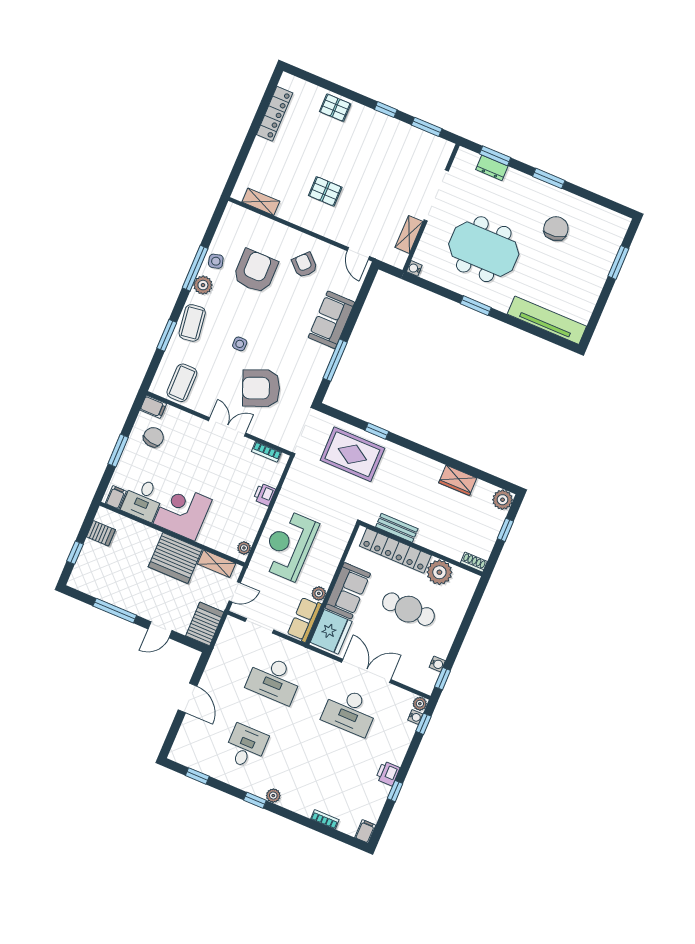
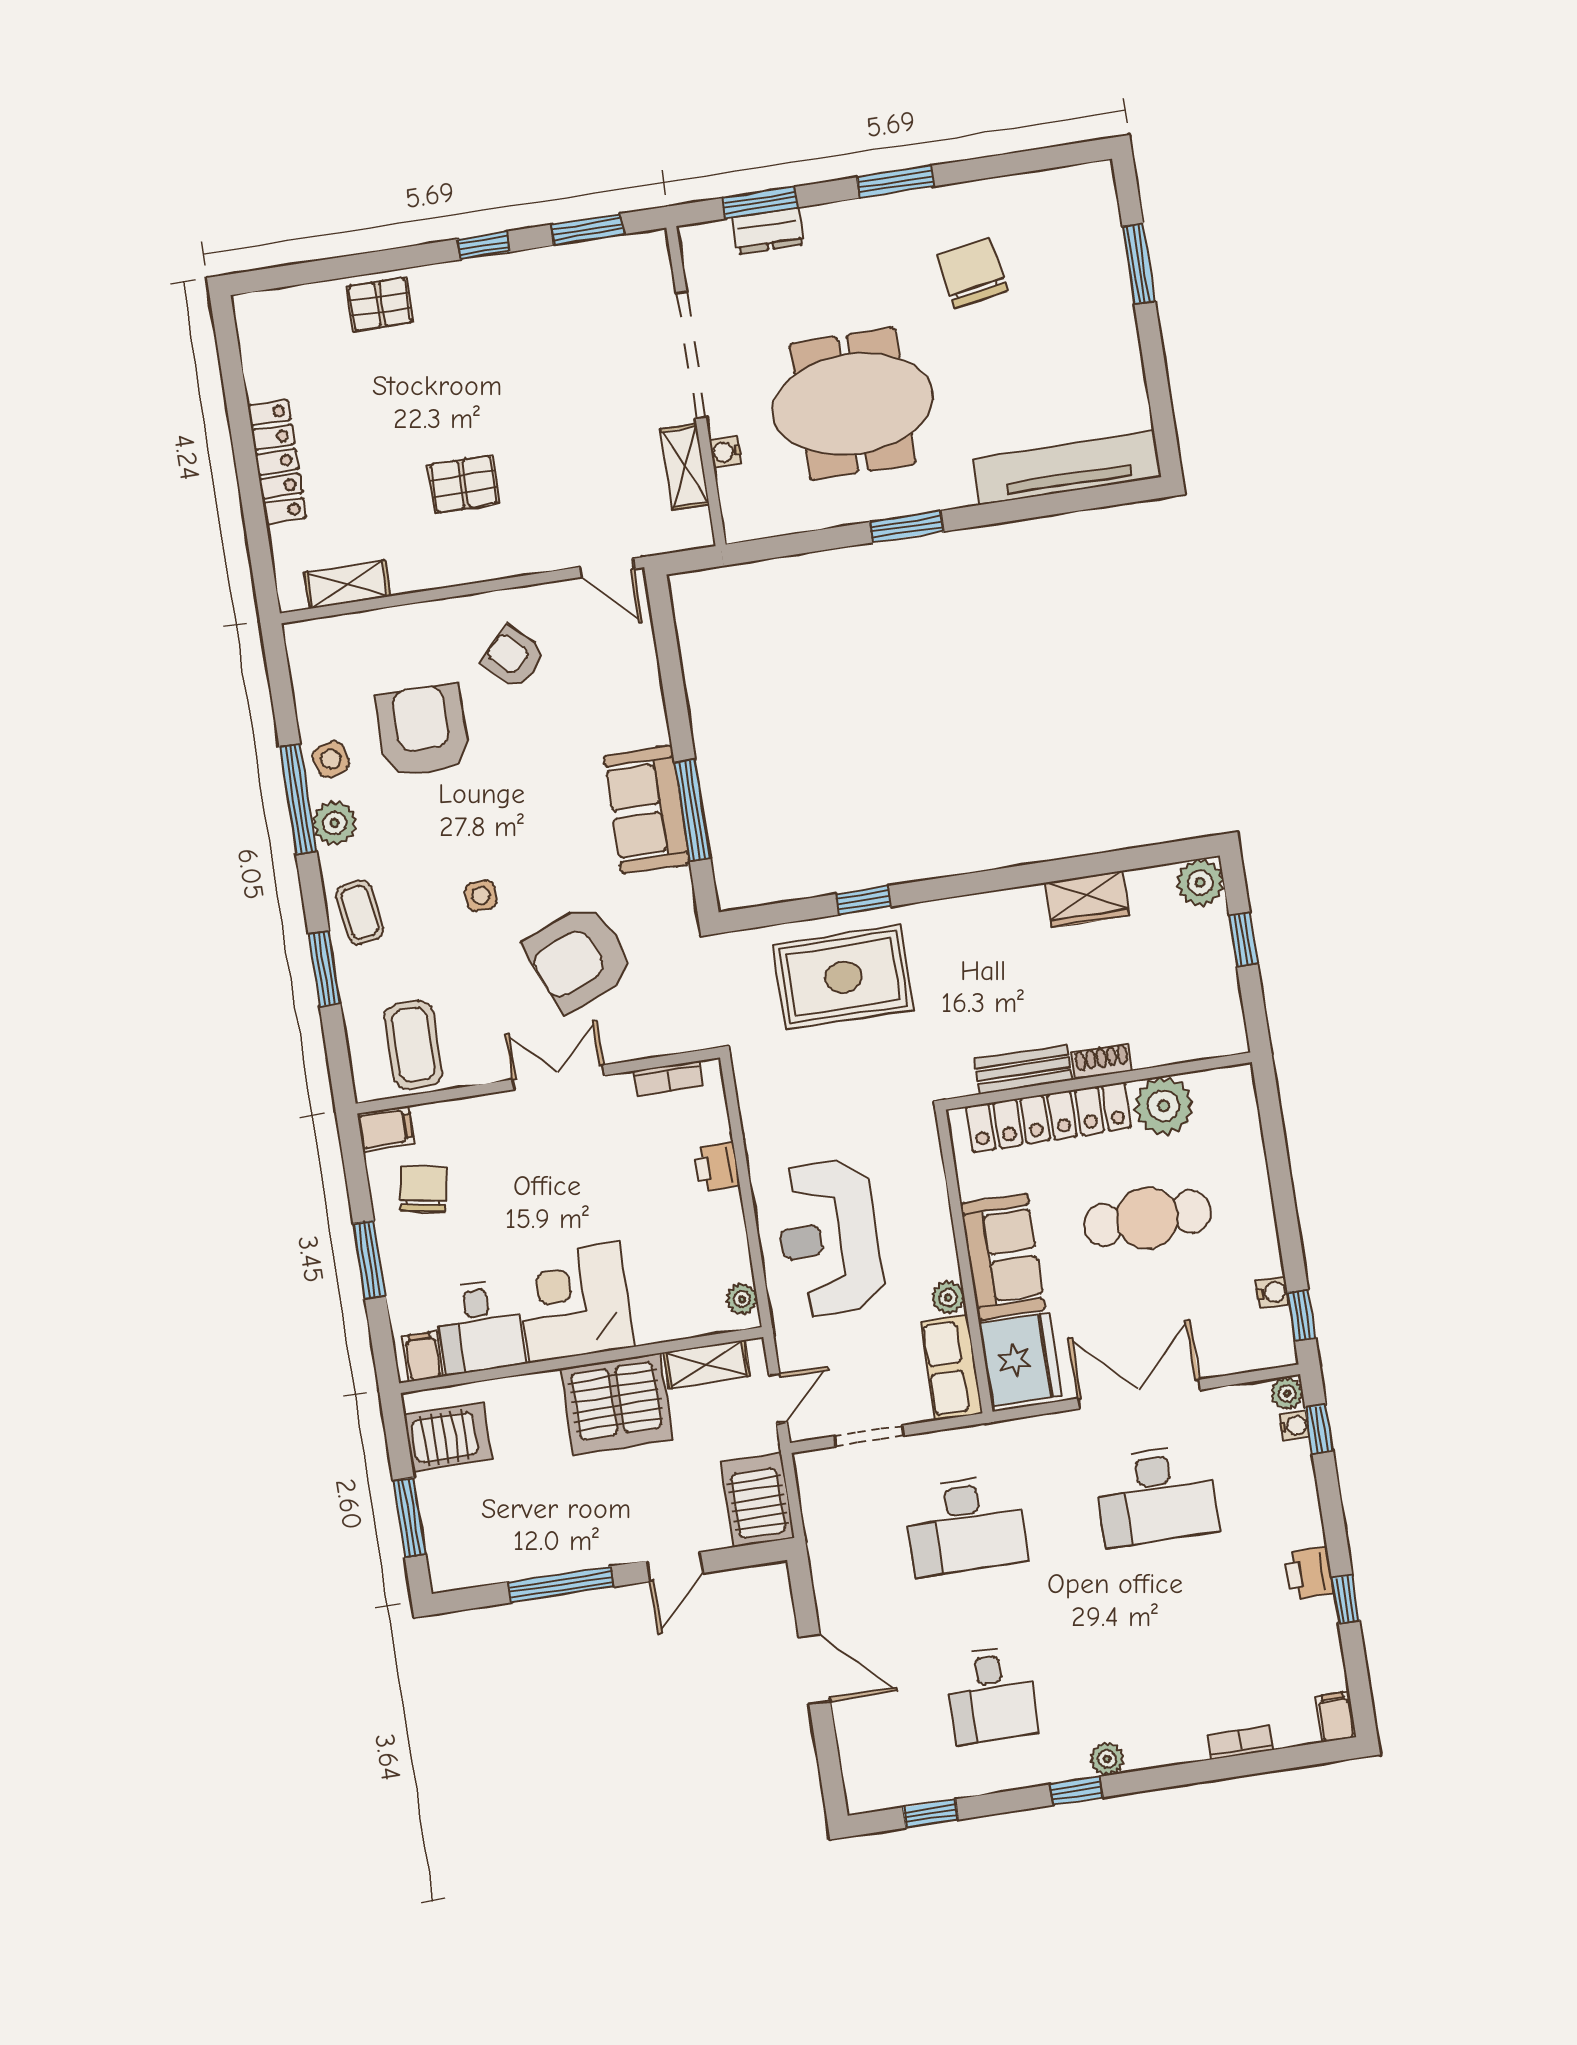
locker: (275, 114) -> (277, 462), moved
water cooler: (414, 268) -> (725, 452), moved
sofa: (331, 320) -> (647, 809), moved
coffee table: (192, 323) -> (360, 912), width x0.73, depth x0.77
server rack: (101, 533) -> (448, 1437), width x1.36, depth x1.44
window: (75, 553) -> (409, 1518), width x1.50
shoe rack: (474, 562) -> (1102, 1061), moved
desk: (246, 747) -> (992, 1695), turned 180

